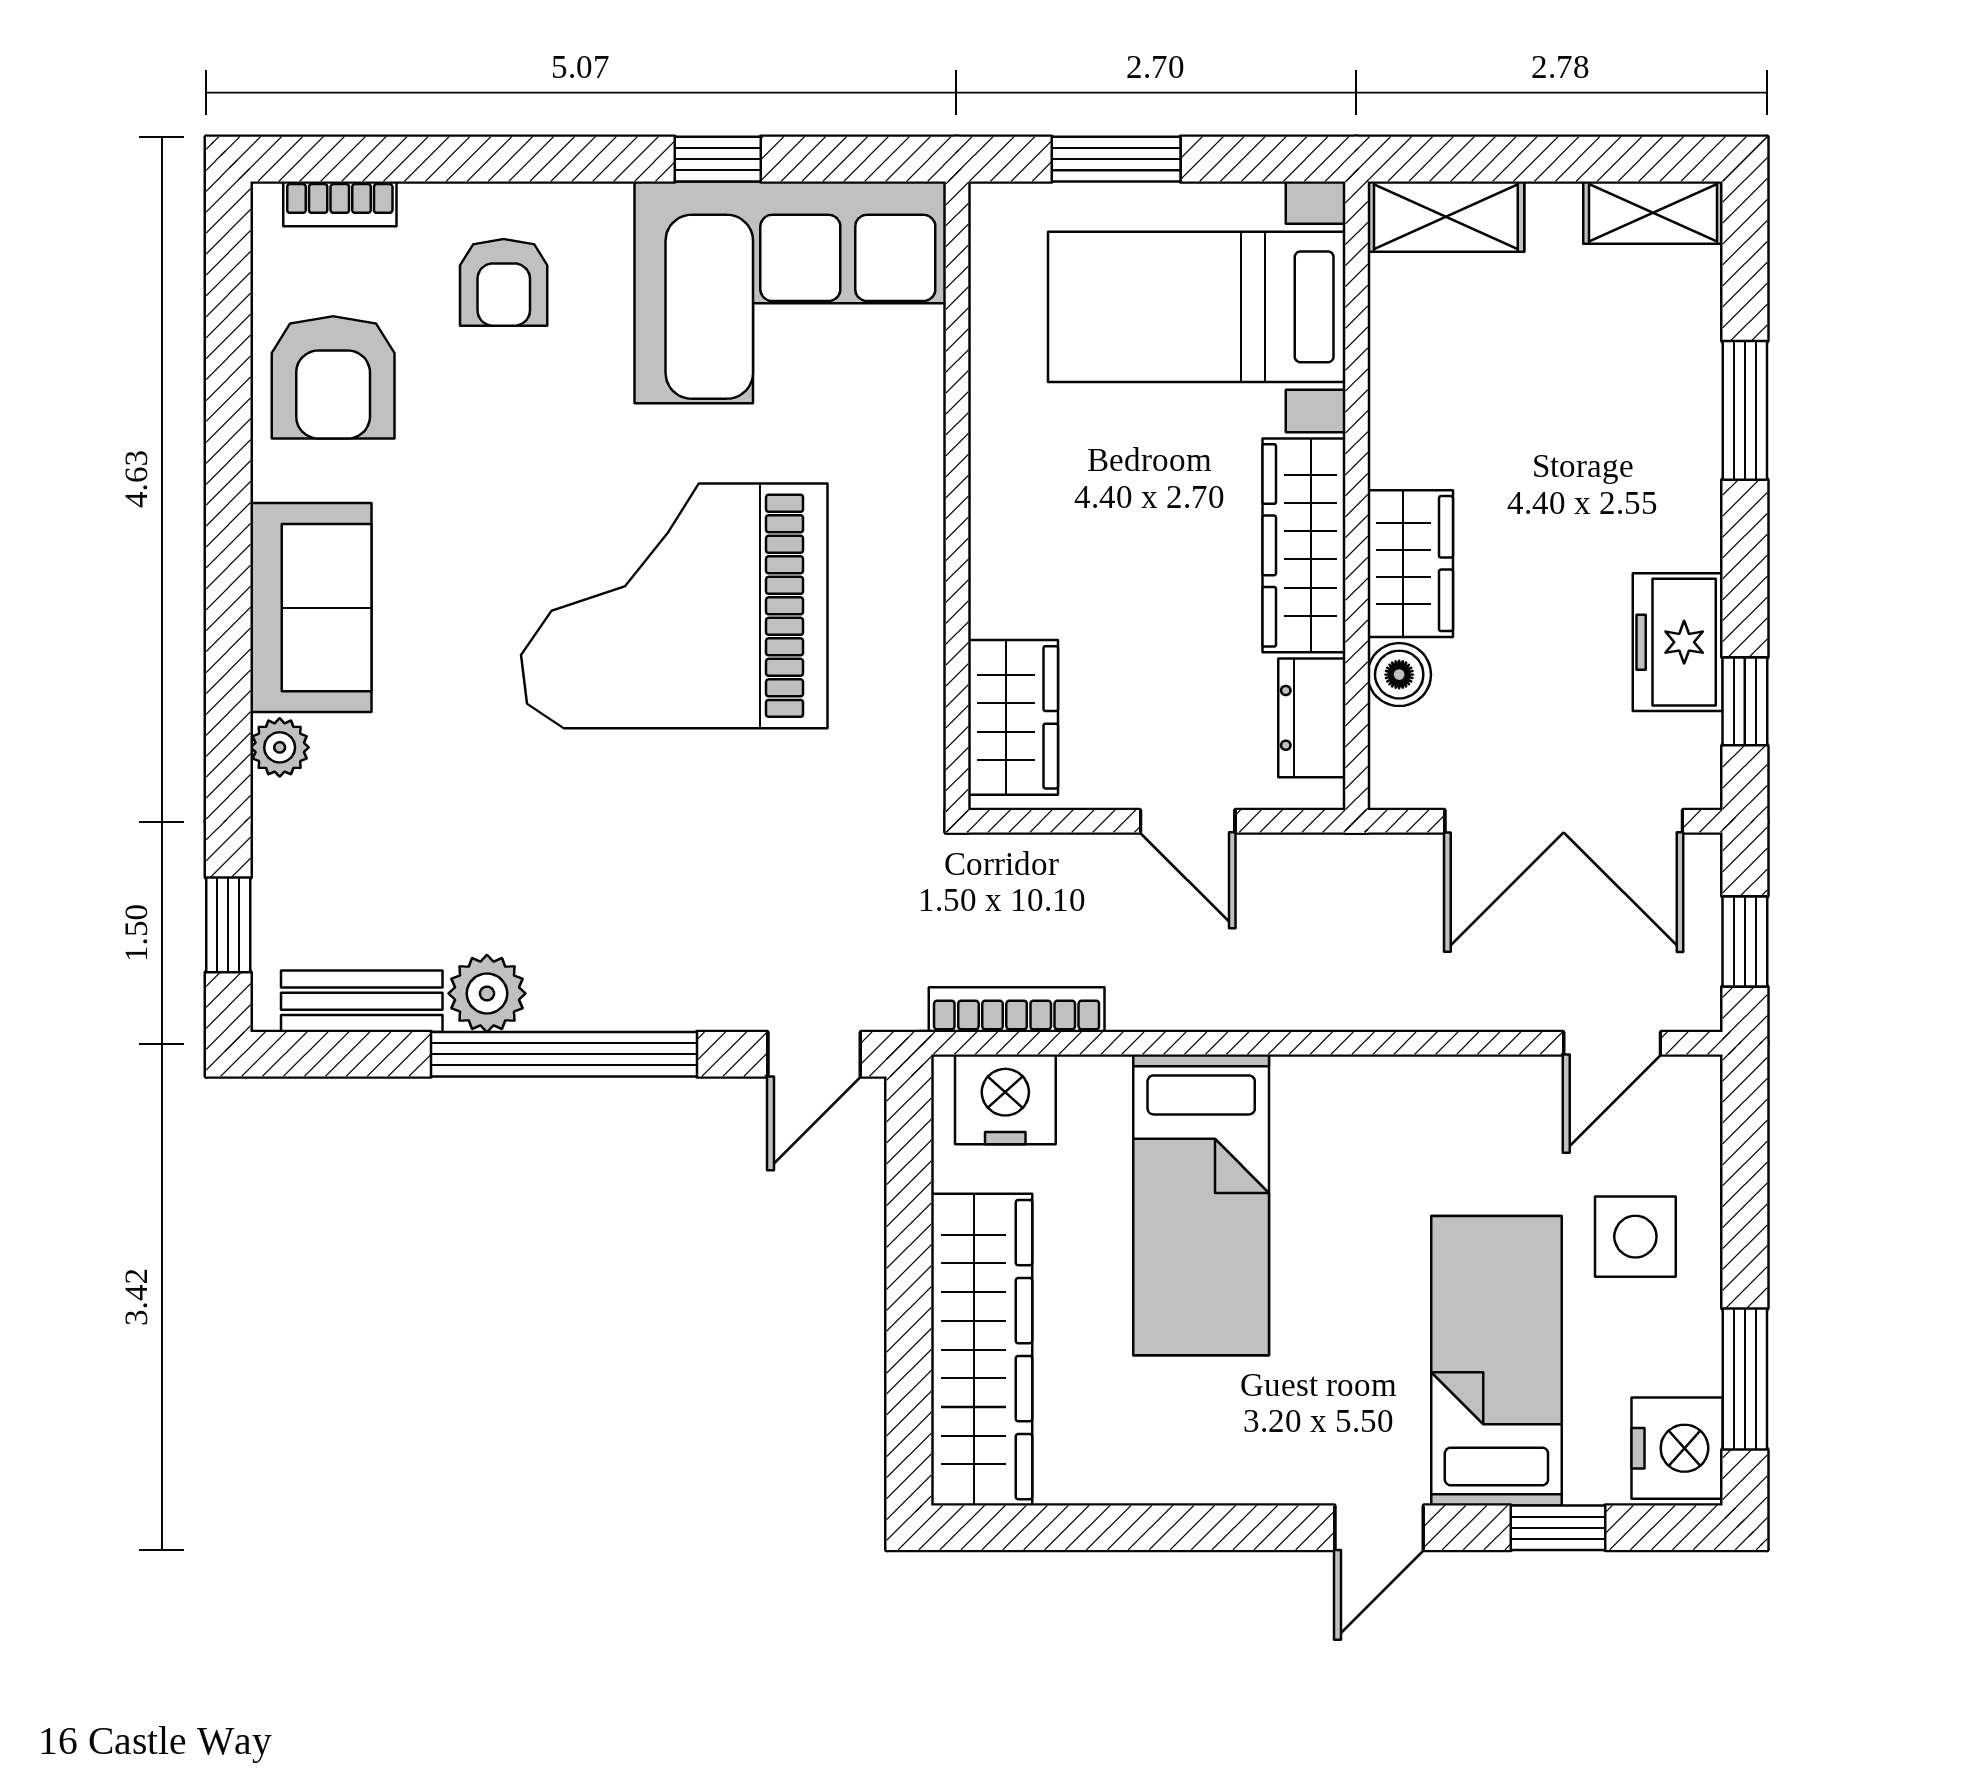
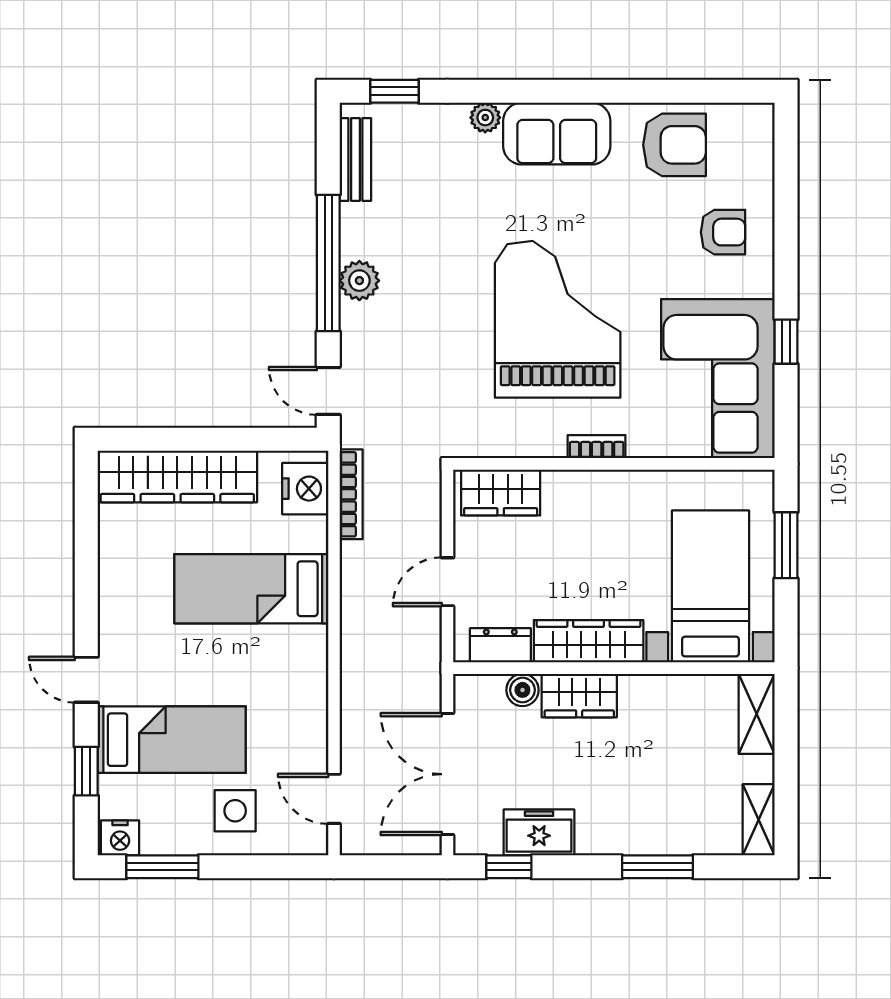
bookcase: (340, 204) -> (597, 447), moved, turned 90
armchair: (504, 282) -> (723, 232), turned 180
armchair: (333, 377) -> (674, 145), turned 180
window: (1745, 942) -> (386, 867), removed
plant: (487, 993) -> (359, 281), moved
nightstand: (1677, 1448) -> (120, 838), width x0.74, depth x0.75

